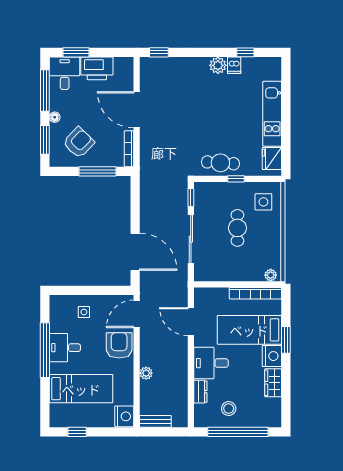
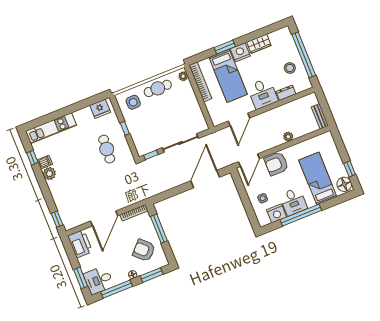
printer: (97, 68) -> (80, 244), moved
kitchen unit: (272, 114) -> (51, 128), moved
cafe table: (220, 163) -> (107, 149), moved
cafe table: (237, 228) -> (158, 88), moved
door: (137, 314) -> (249, 160), hinge flipped
nightstand: (124, 416) -> (277, 213), moved, turned 180
floor lamp: (61, 418) -> (344, 184), added

